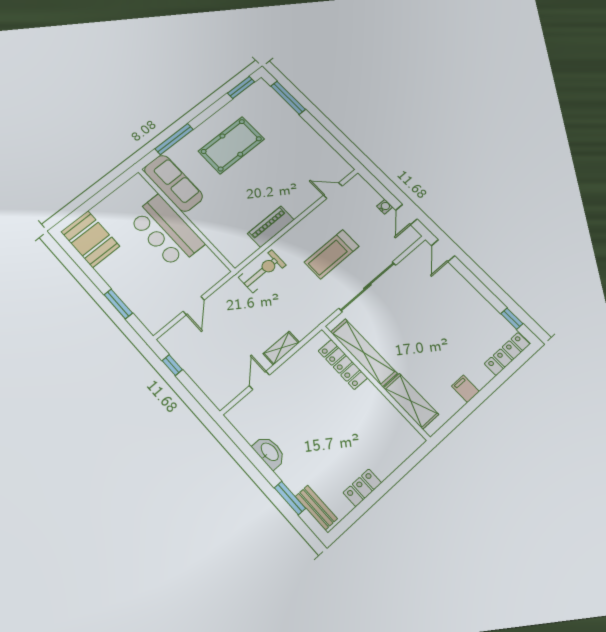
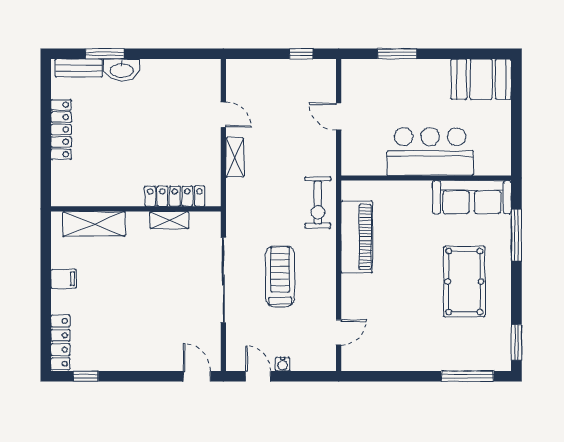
piano: (271, 227) -> (357, 237), width x1.37, depth x1.33
shelving: (364, 353) -> (169, 220), width x0.45, depth x0.75
washbasin: (269, 452) -> (122, 70), moved
locker: (362, 488) -> (61, 130), width x1.53

